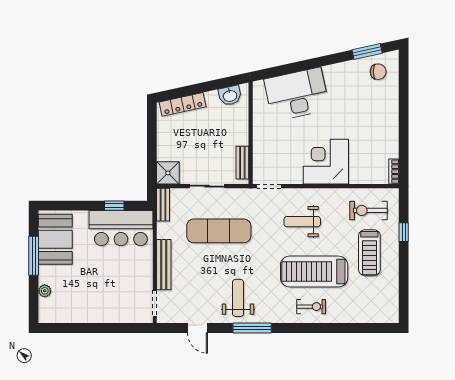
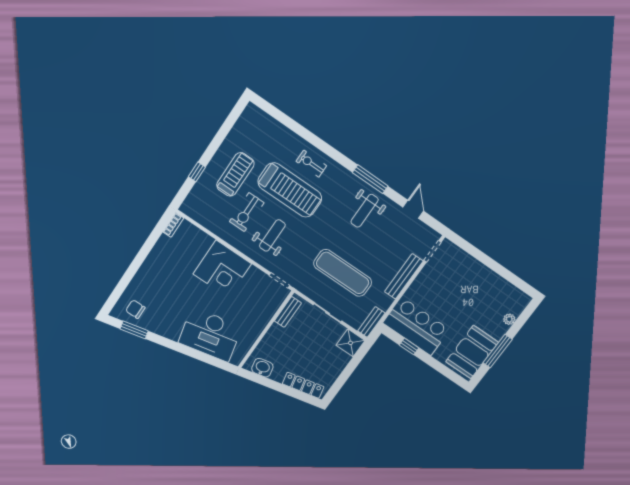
exercise bike: (369, 210) -> (247, 212), moved, turned 90
weight bench: (302, 222) -> (272, 235), turned -90

